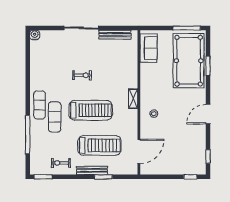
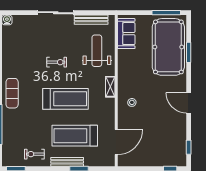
weight bench: (120, 64) -> (97, 51), added
door: (208, 114) -> (189, 103), hinge flipped
exercise mat: (55, 117) -> (28, 106), removed
treadmill: (99, 145) -> (75, 136), turned 180

